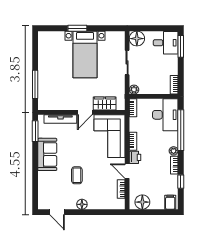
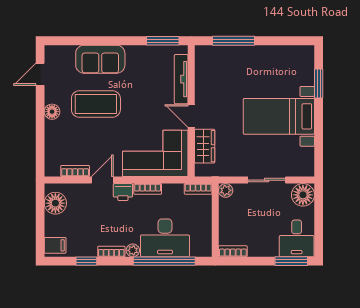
window: (77, 28) -> (319, 84), moved
desk: (165, 115) -> (165, 238), moved
sofa: (47, 154) -> (100, 59), moved
coffee table: (77, 175) -> (96, 104), width x1.86, depth x1.72

